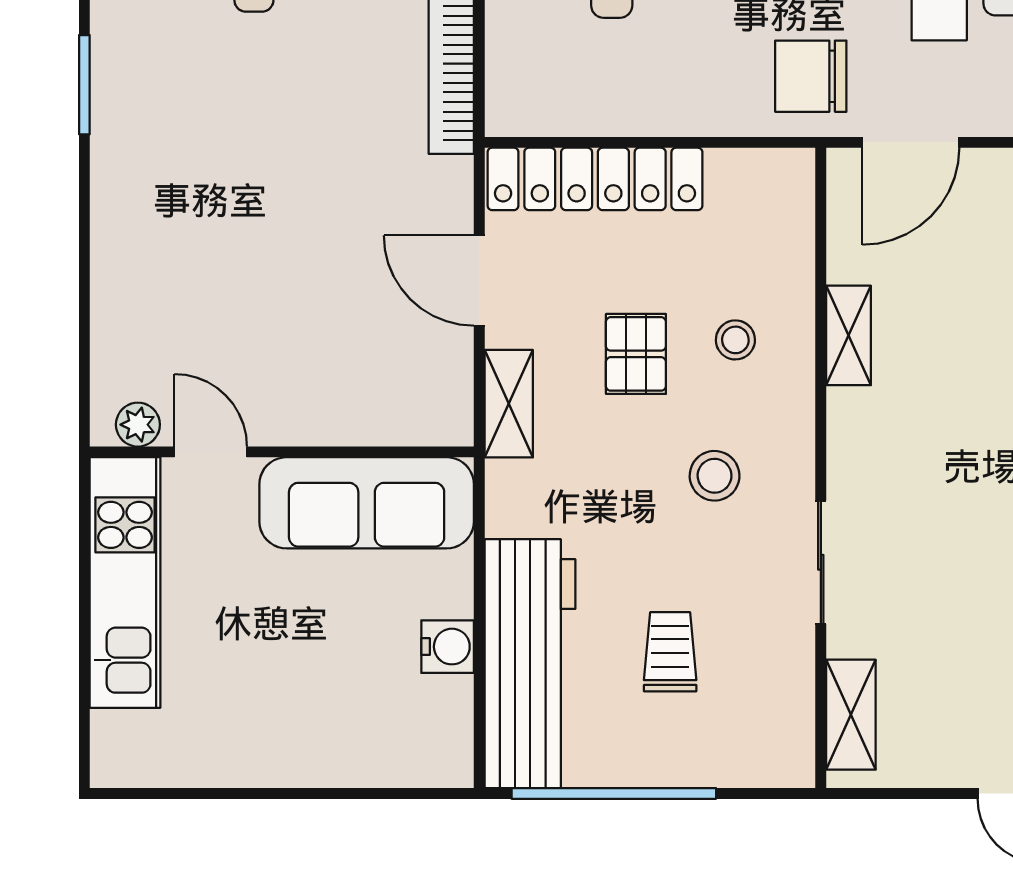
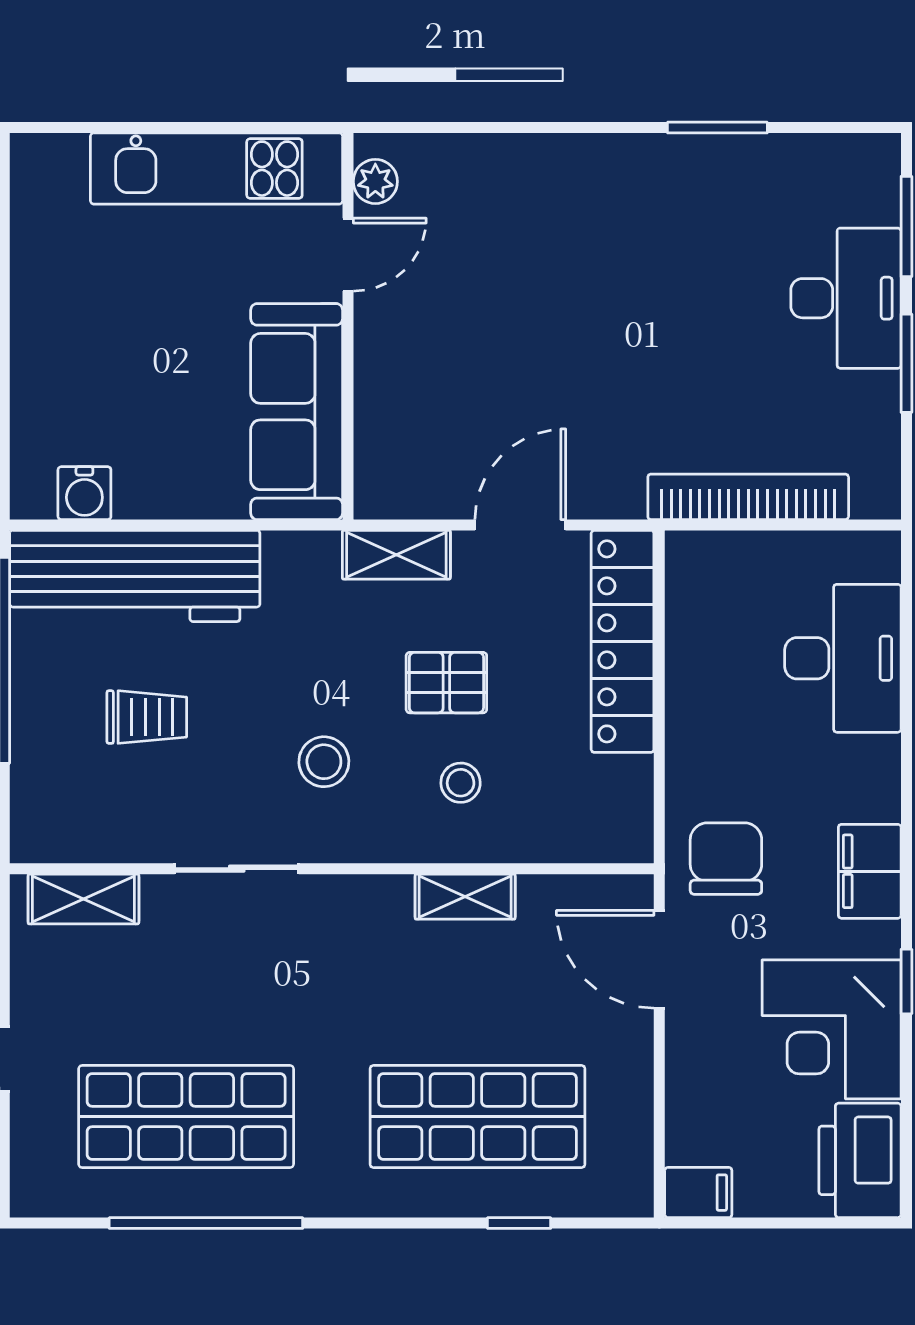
water cooler: (448, 647) -> (84, 493), moved

